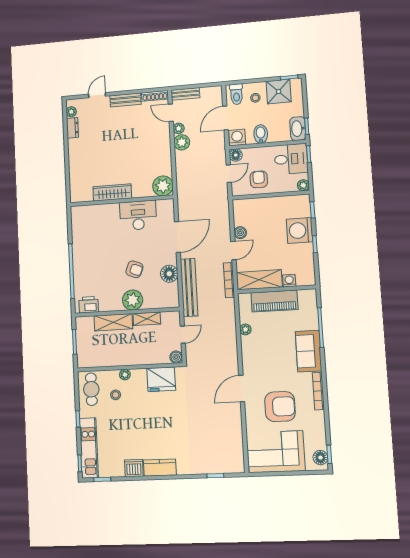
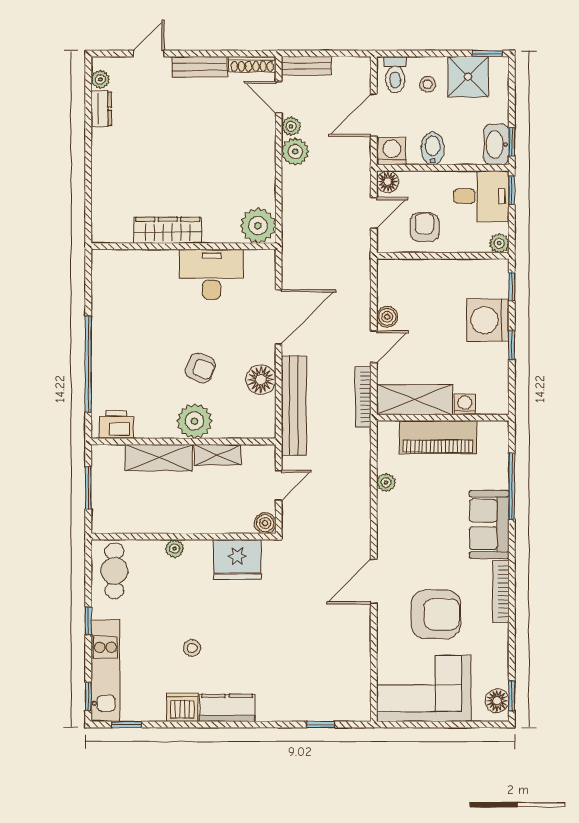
stool: (116, 395) -> (192, 648), moved

